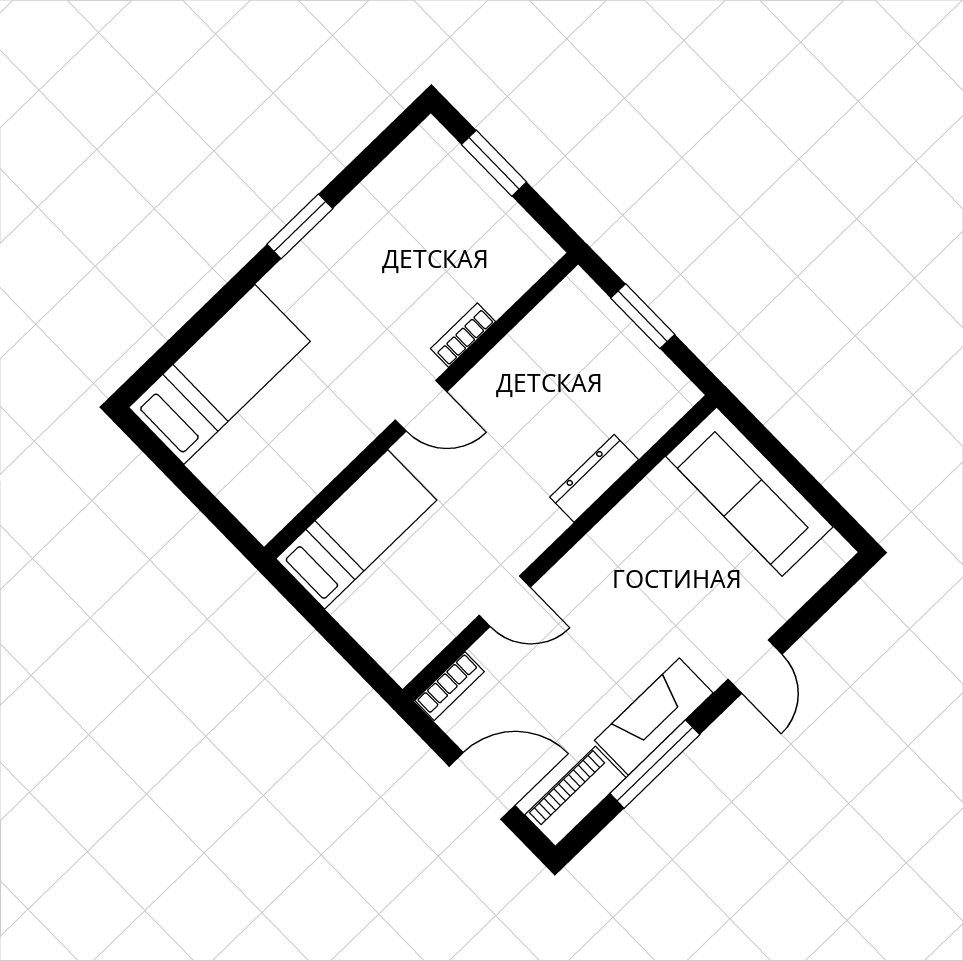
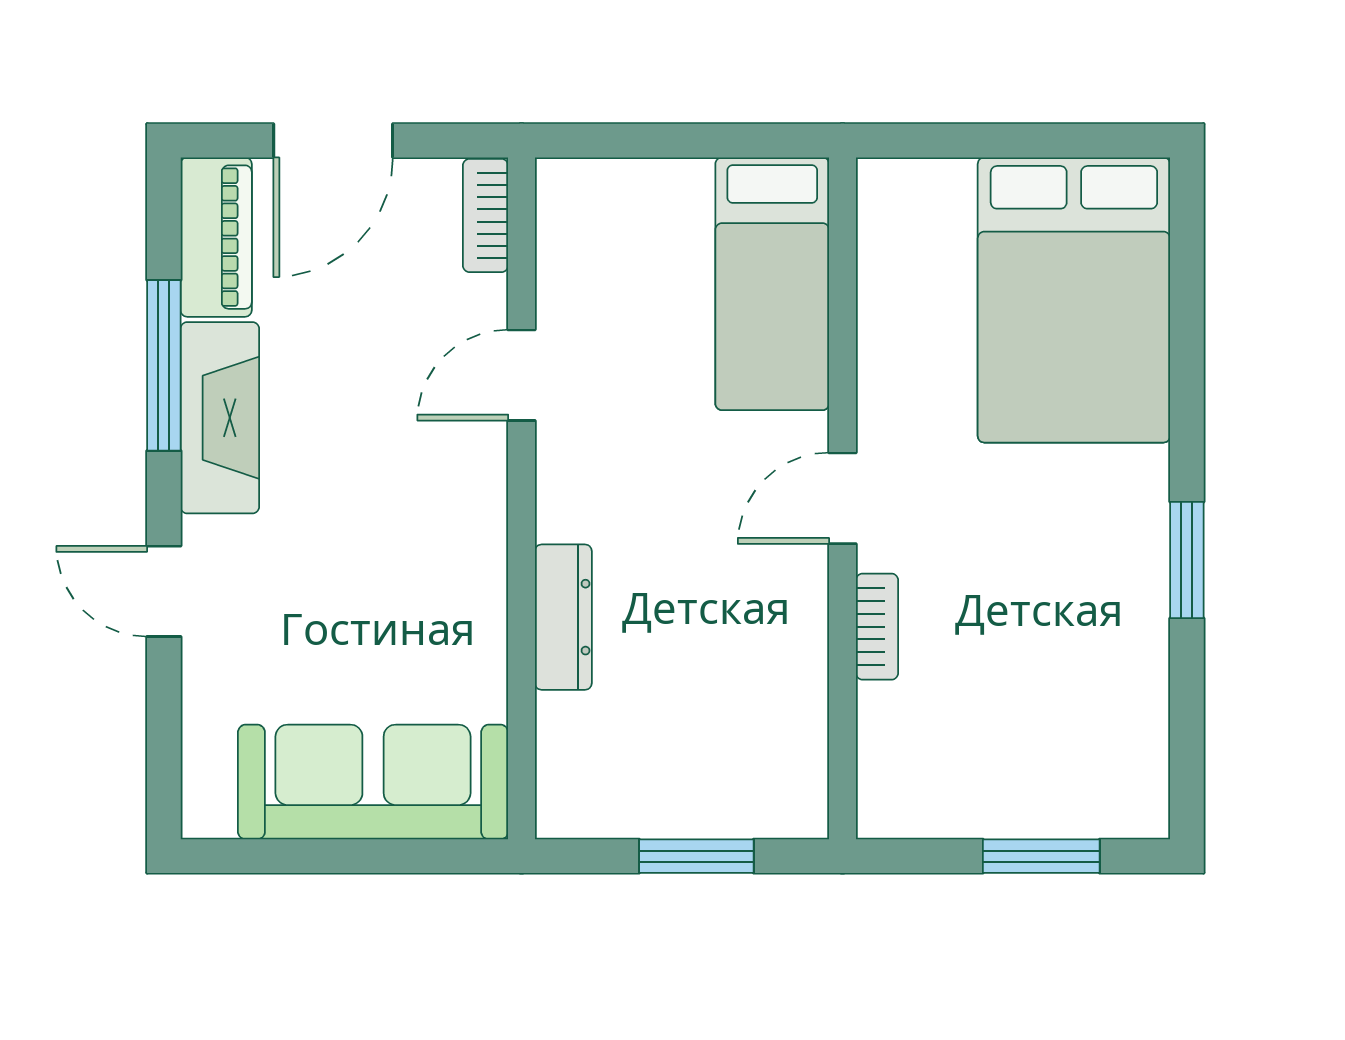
bed: (219, 374) -> (1074, 300), width x1.50

